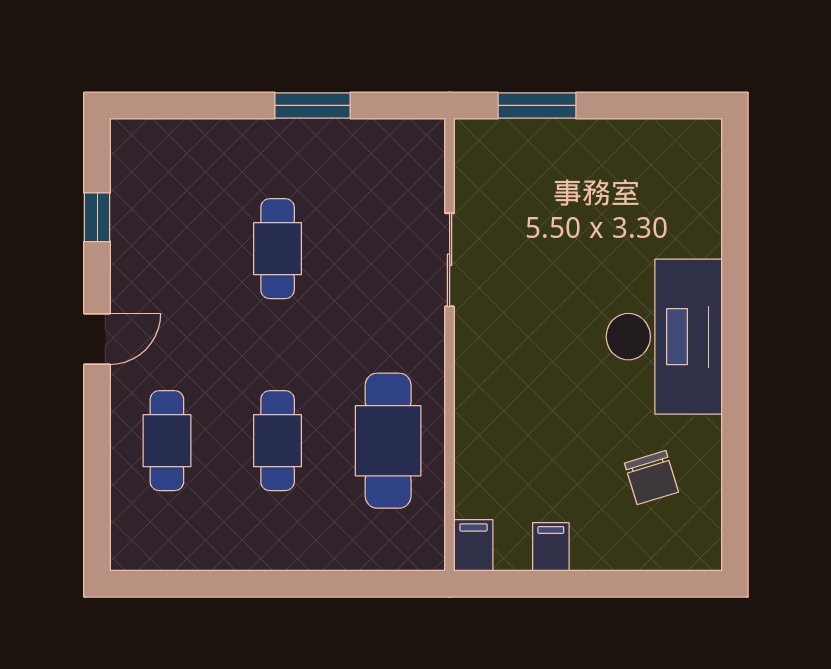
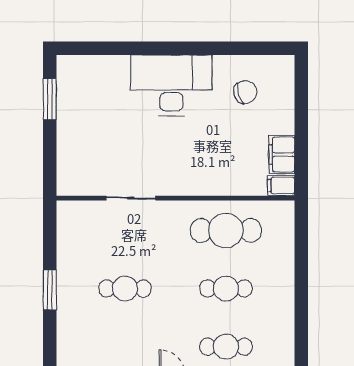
window: (313, 105) -> (50, 290), moved
window: (537, 105) -> (50, 99), moved
filing cabinet: (551, 547) -> (282, 154), width x2.00

